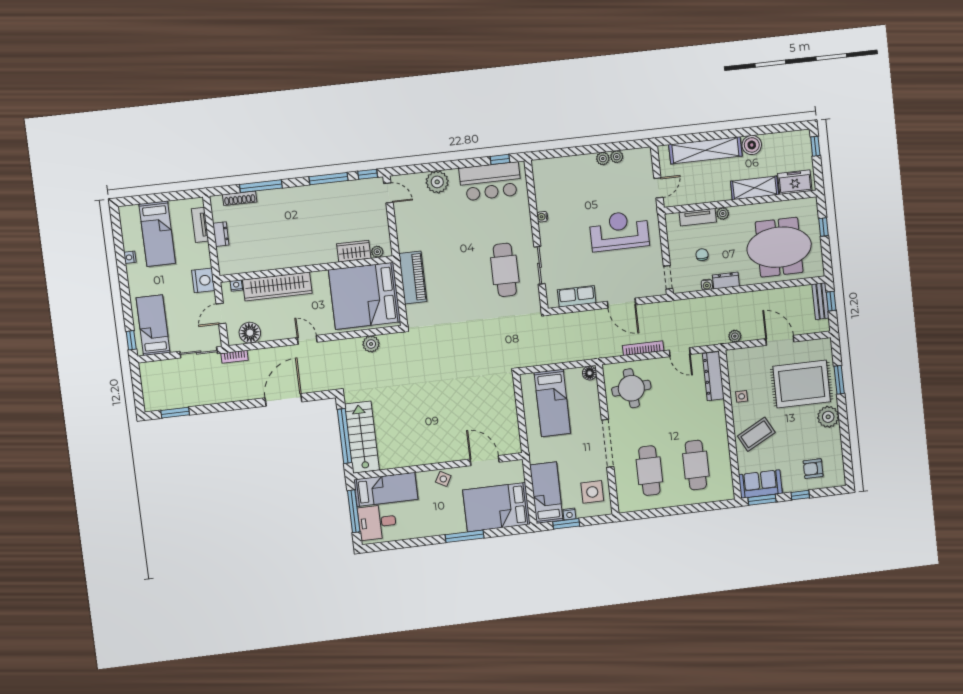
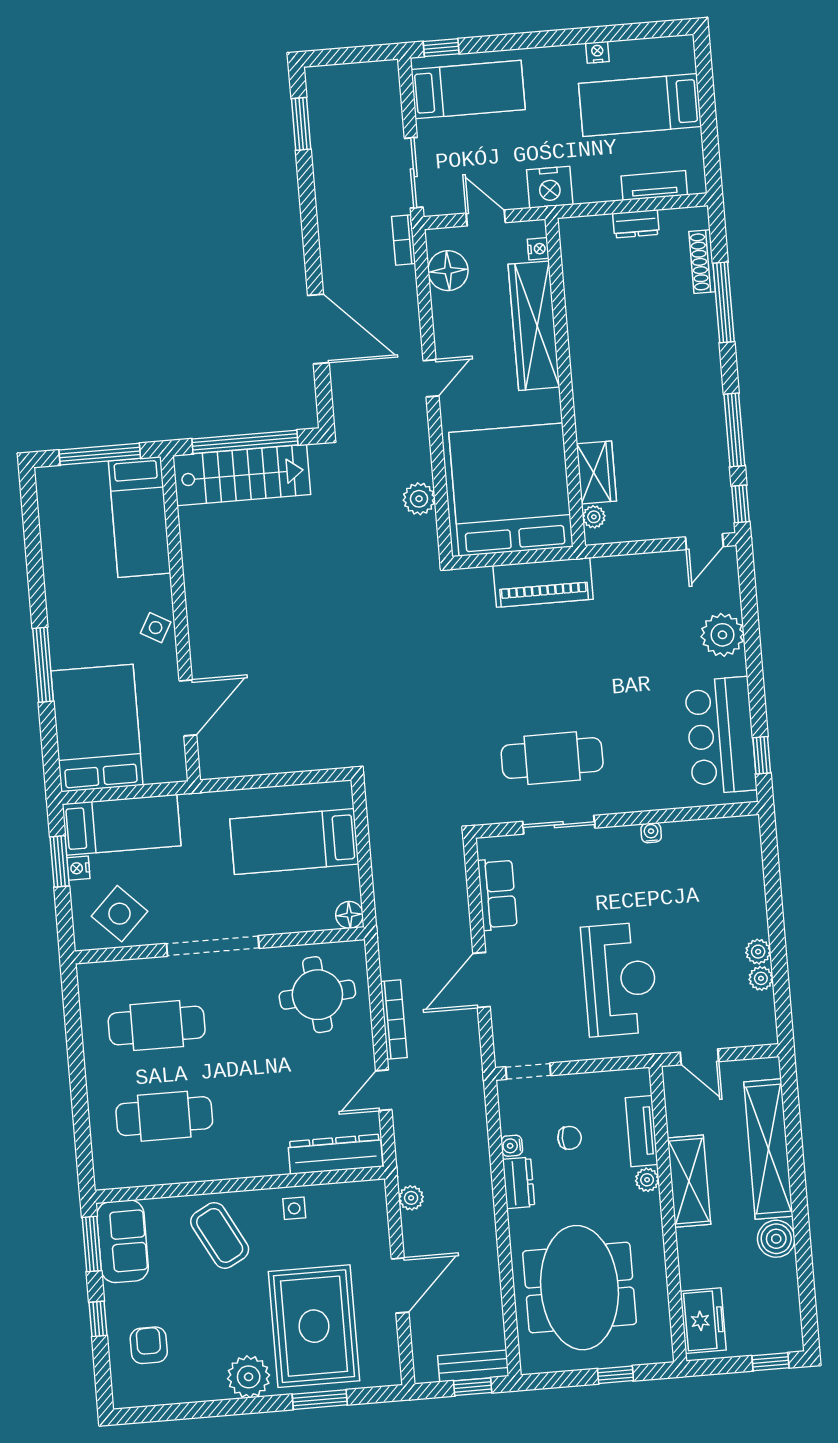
shelving: (755, 188) -> (689, 1181), moved
side table: (592, 492) -> (120, 914), turned 45
desk: (377, 522) -> (77, 498), removed

